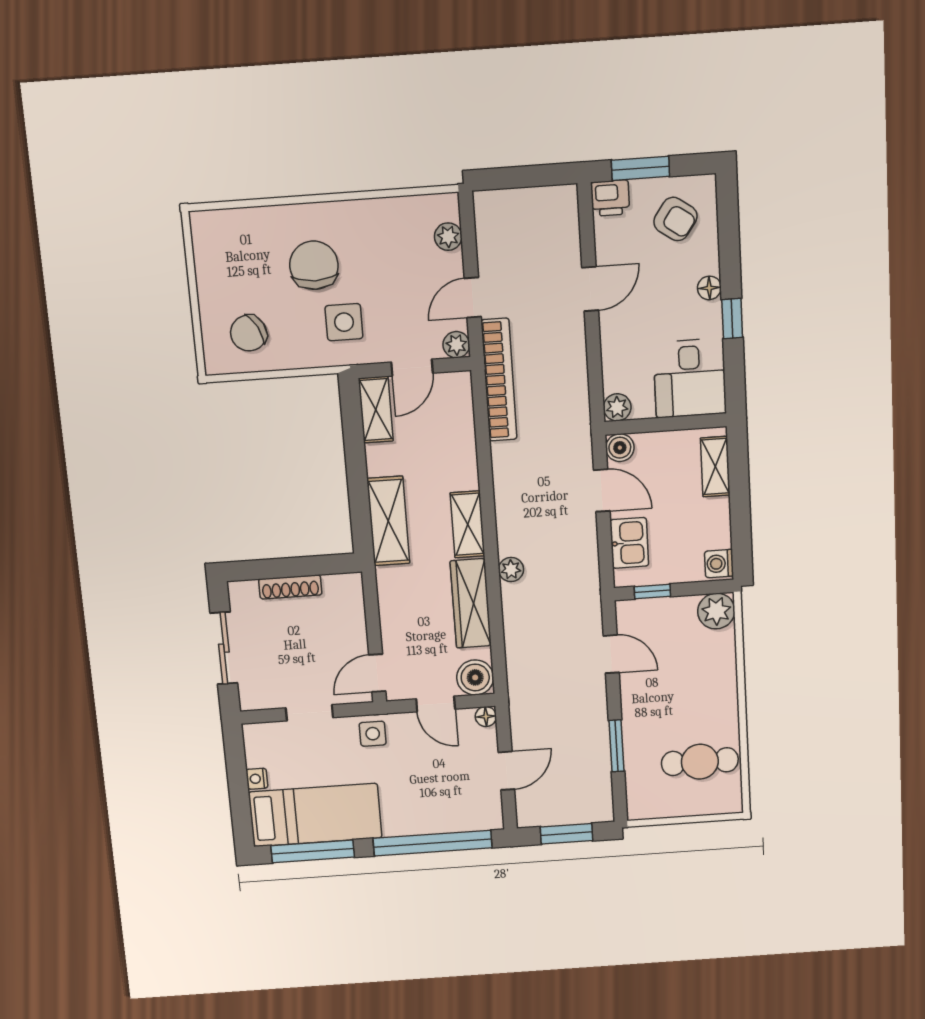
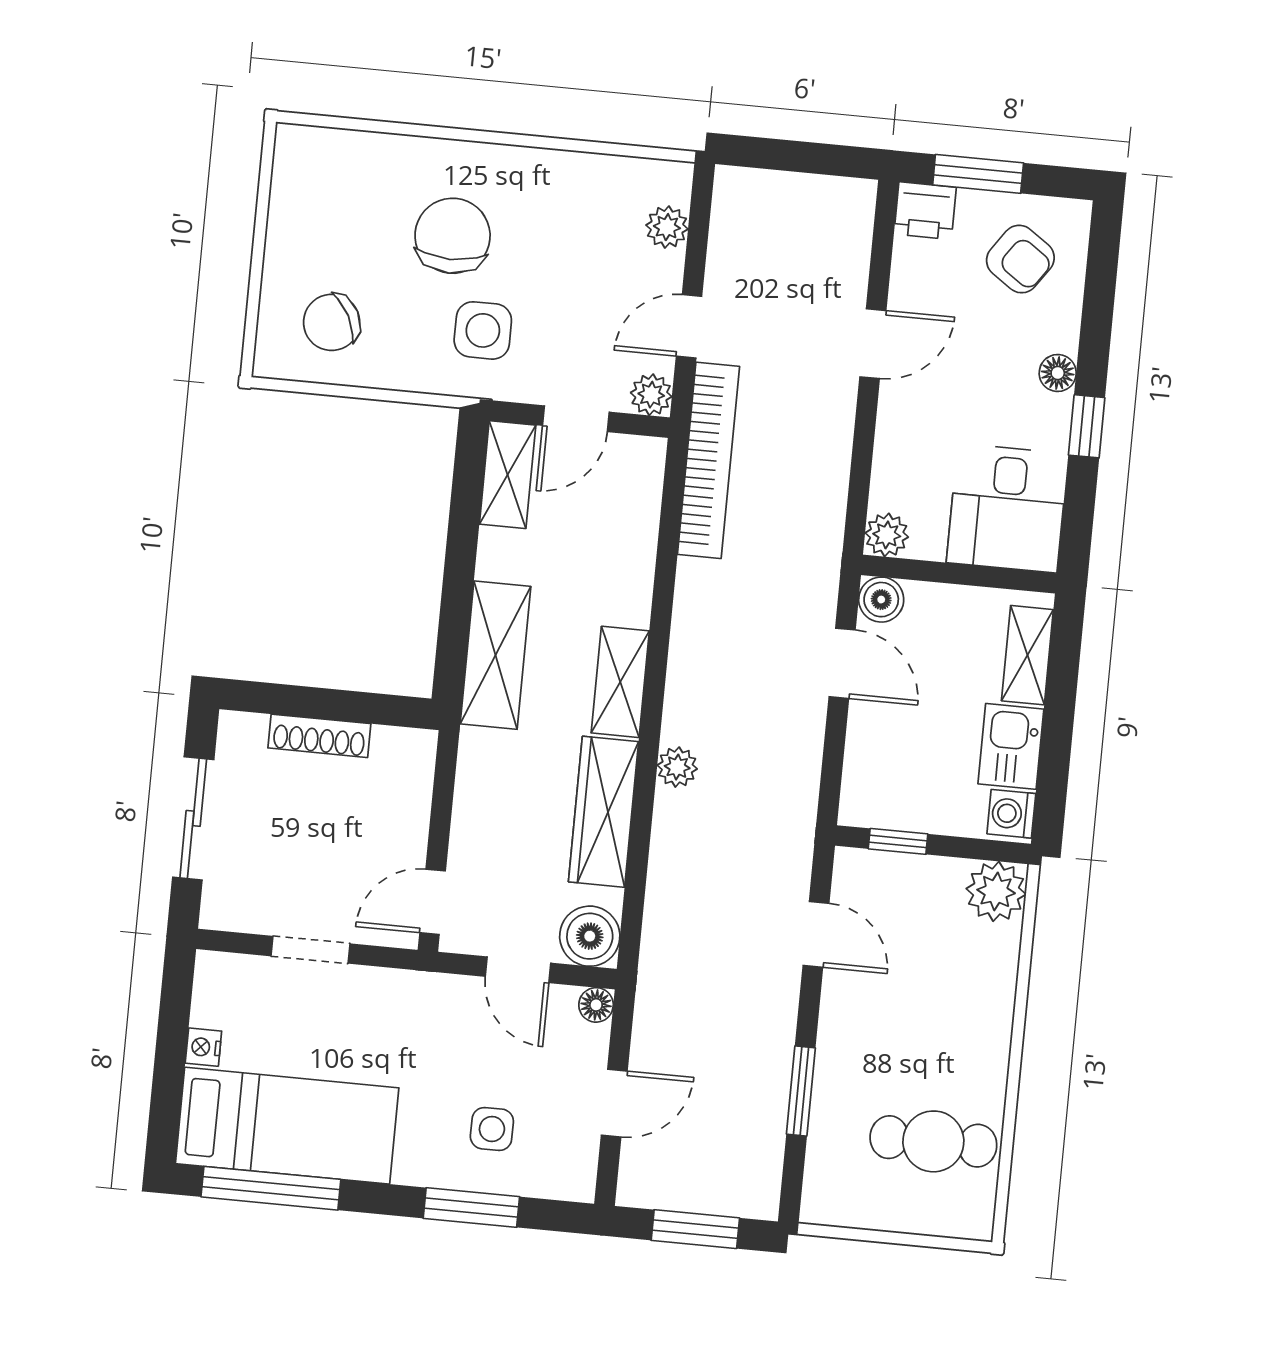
kitchen sink: (629, 543) -> (1011, 746), moved, turned 180
side table: (373, 734) -> (492, 1129), moved
window: (433, 843) -> (471, 1208), width x0.47

